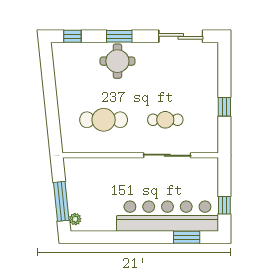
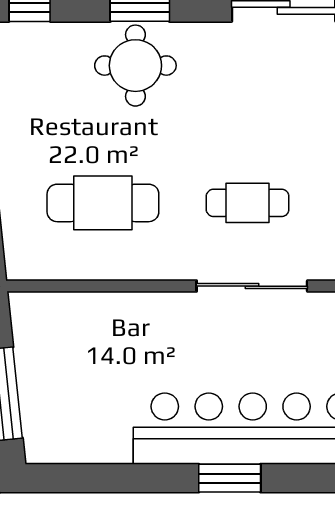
plant: (75, 219) -> (36, 436), removed
window: (187, 237) -> (230, 478), moved

